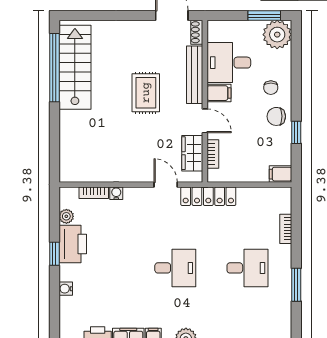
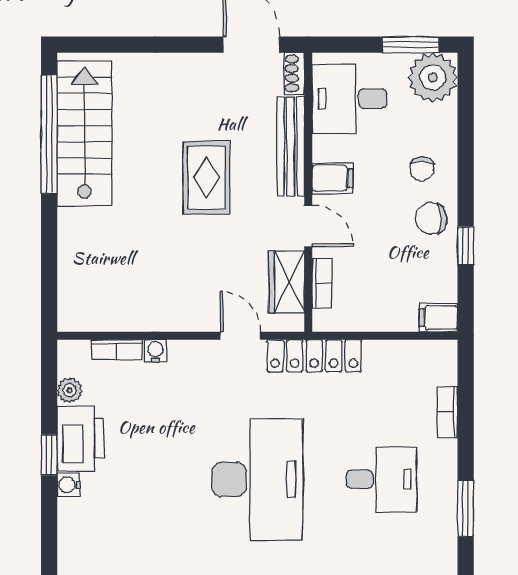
desk: (229, 63) -> (350, 99), moved
desk: (175, 268) -> (257, 479), width x1.87, depth x1.30
water cooler: (66, 289) -> (69, 485), moved

